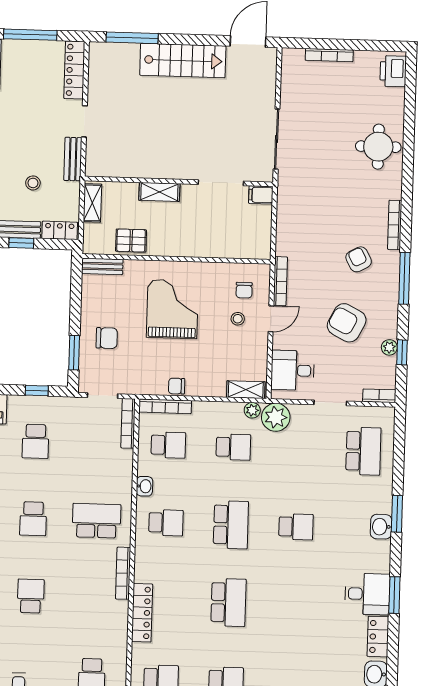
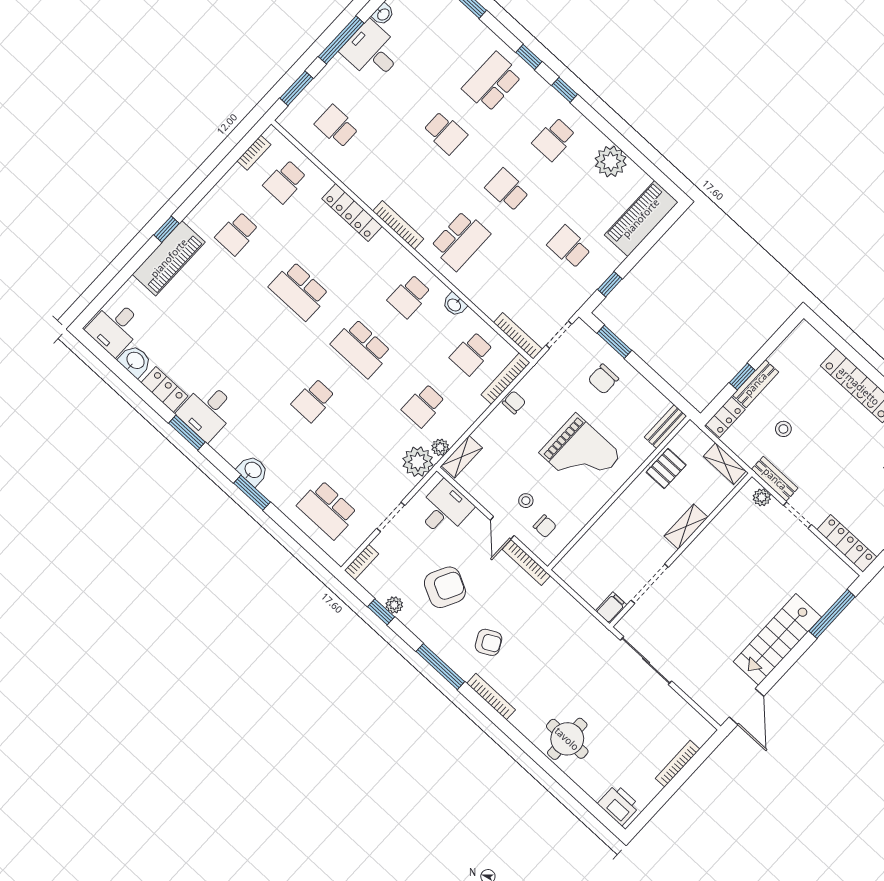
plant: (93, 157) -> (762, 497), added
chair: (244, 290) -> (545, 526), turned 180

